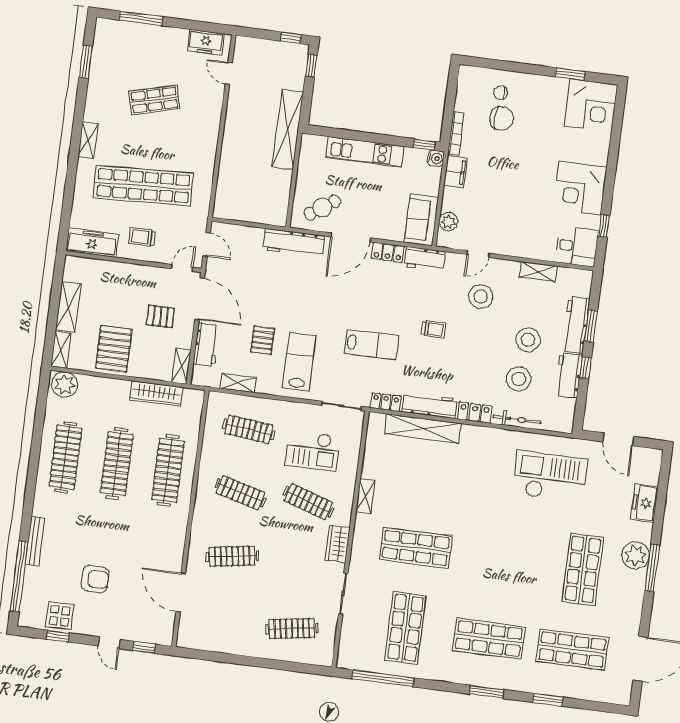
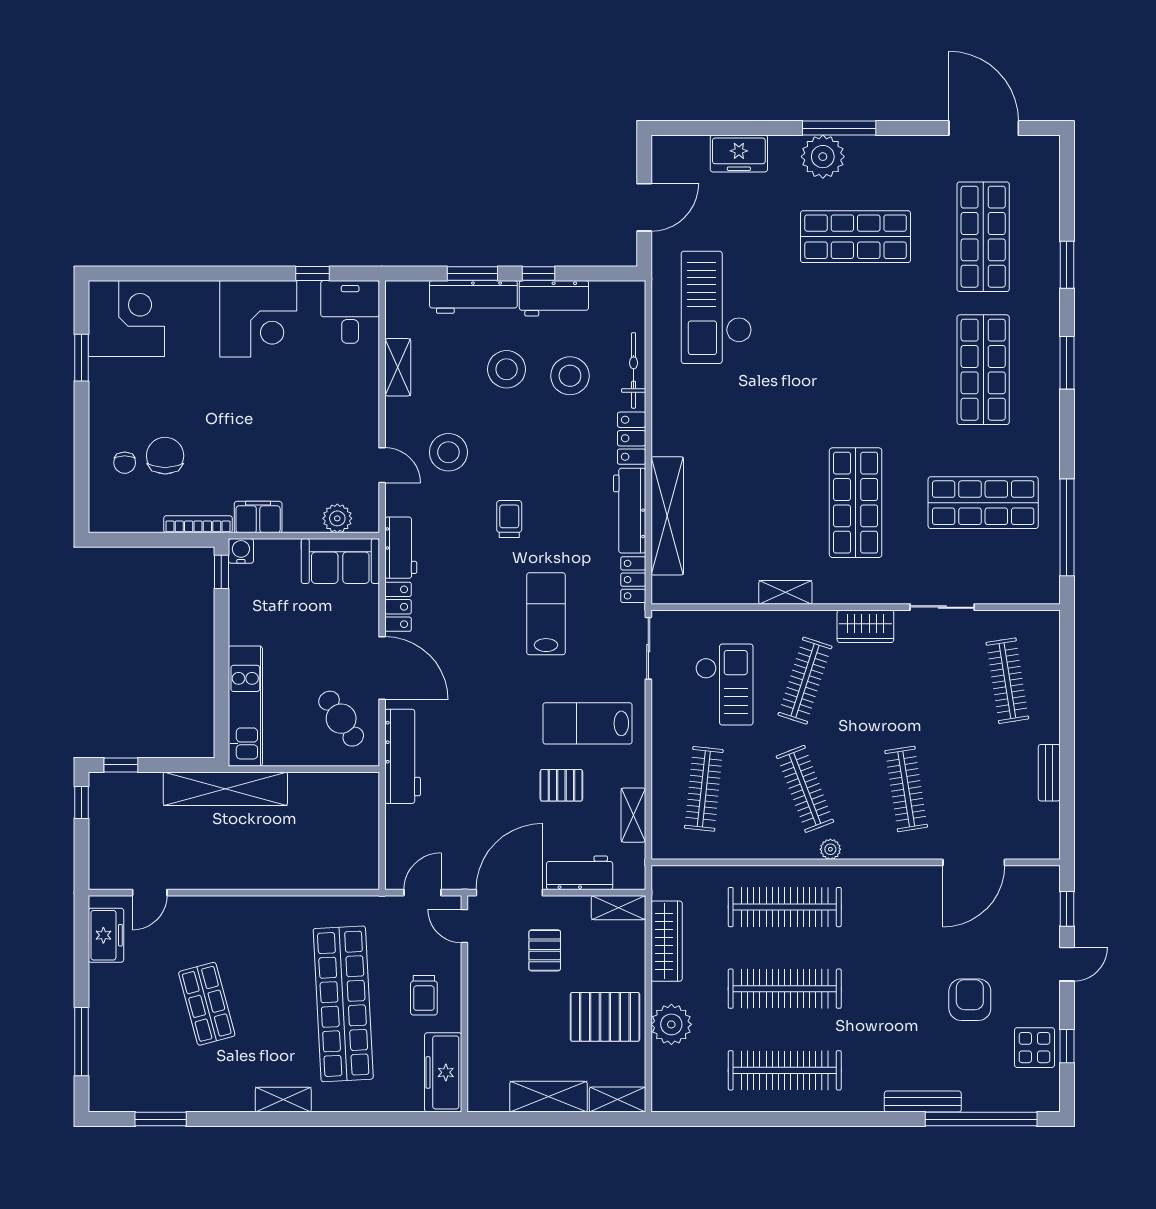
kitchen unit: (365, 152) -> (245, 706), moved
plant: (65, 385) -> (671, 1024), moved
clothes rail: (240, 493) -> (805, 789), turned -36
plant: (201, 504) -> (830, 849), added
bench: (231, 647) -> (1049, 773), added

